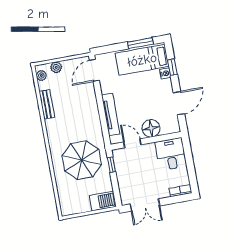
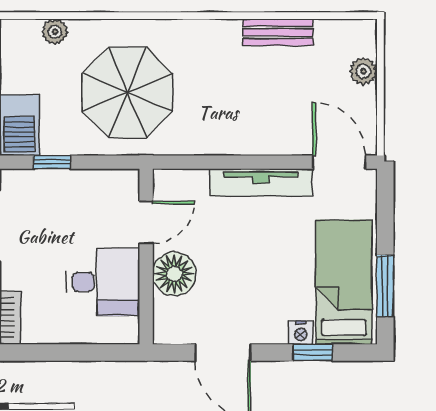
plant: (41, 76) -> (55, 32), moved
tv unit: (111, 114) -> (261, 183), moved
desk: (171, 154) -> (103, 282), moved
window: (111, 165) -> (52, 162), moved

